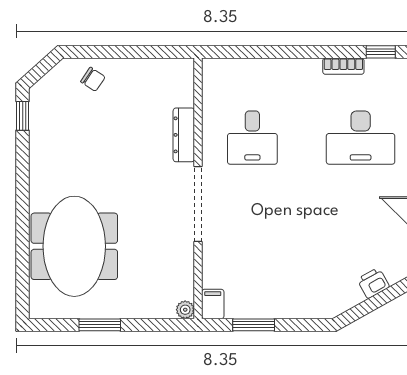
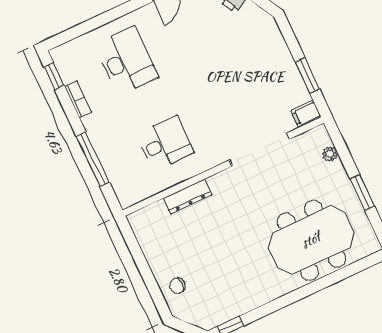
window: (272, 52) -> (93, 159), added
chair: (93, 79) -> (178, 286), turned -124
doorway: (198, 204) -> (259, 150), moved
plant: (185, 310) -> (330, 154), moved

